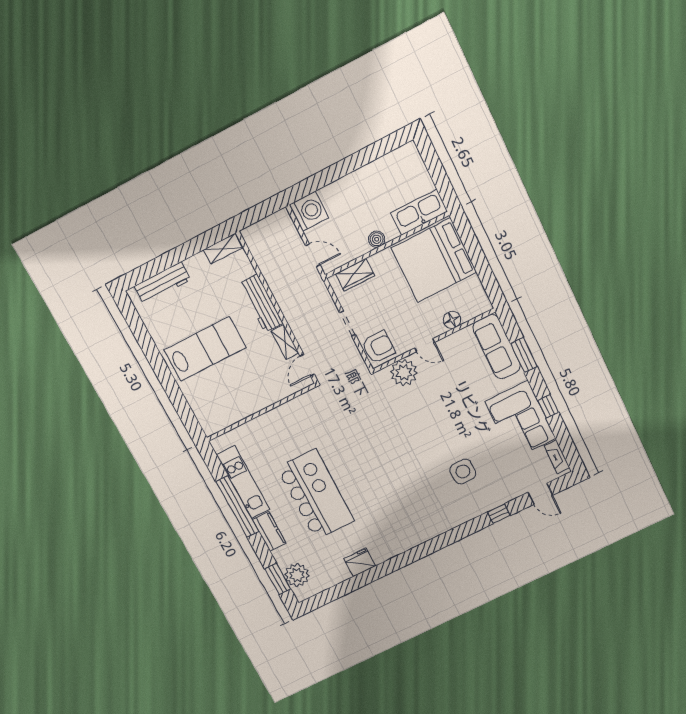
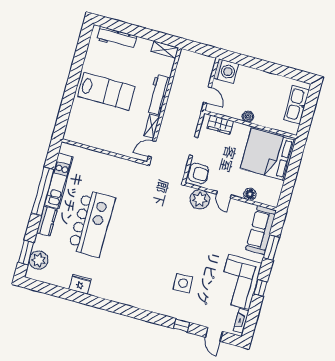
kitchen sink: (419, 212) -> (296, 105), moved, turned -90

